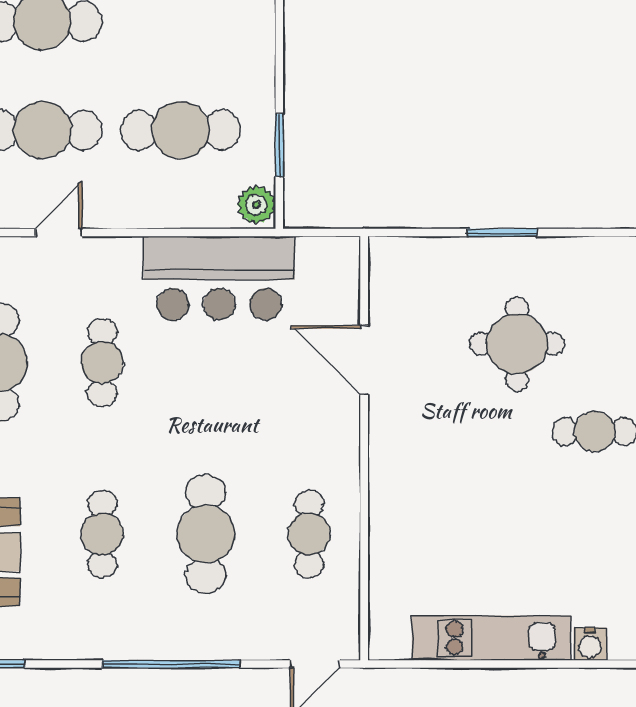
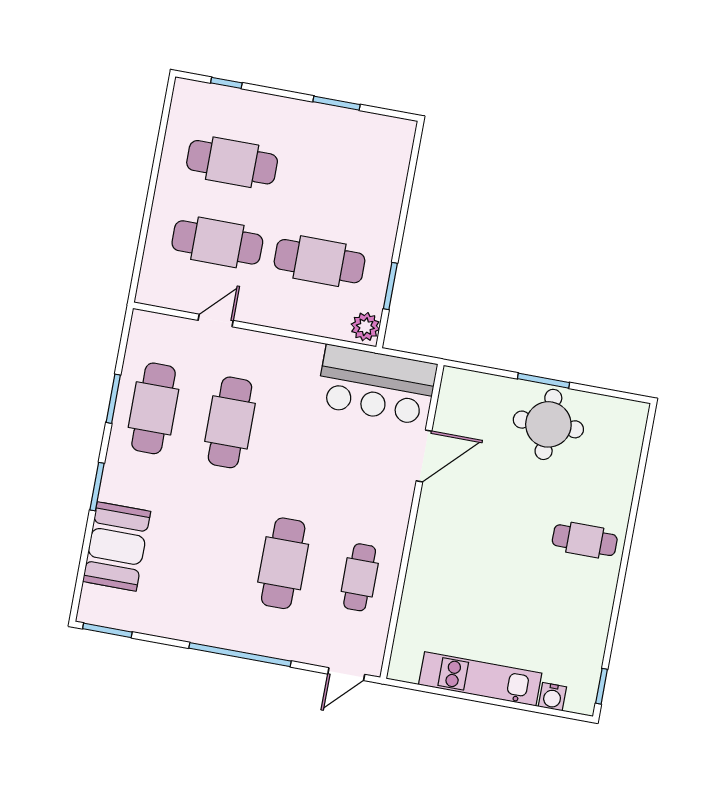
bar counter: (219, 278) -> (377, 385), moved
round table: (517, 344) -> (548, 424), moved
door: (364, 360) -> (424, 456), swing flipped
cafe table: (102, 362) -> (230, 422), width x1.37, depth x1.35
cafe table: (102, 534) -> (207, 549), removed

